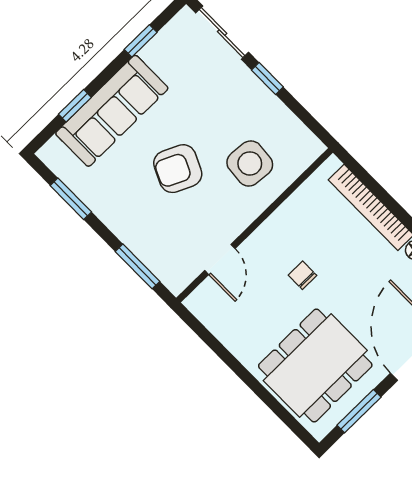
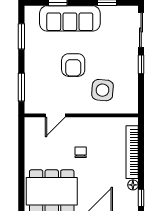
armchair: (178, 169) -> (73, 65), turned -115

